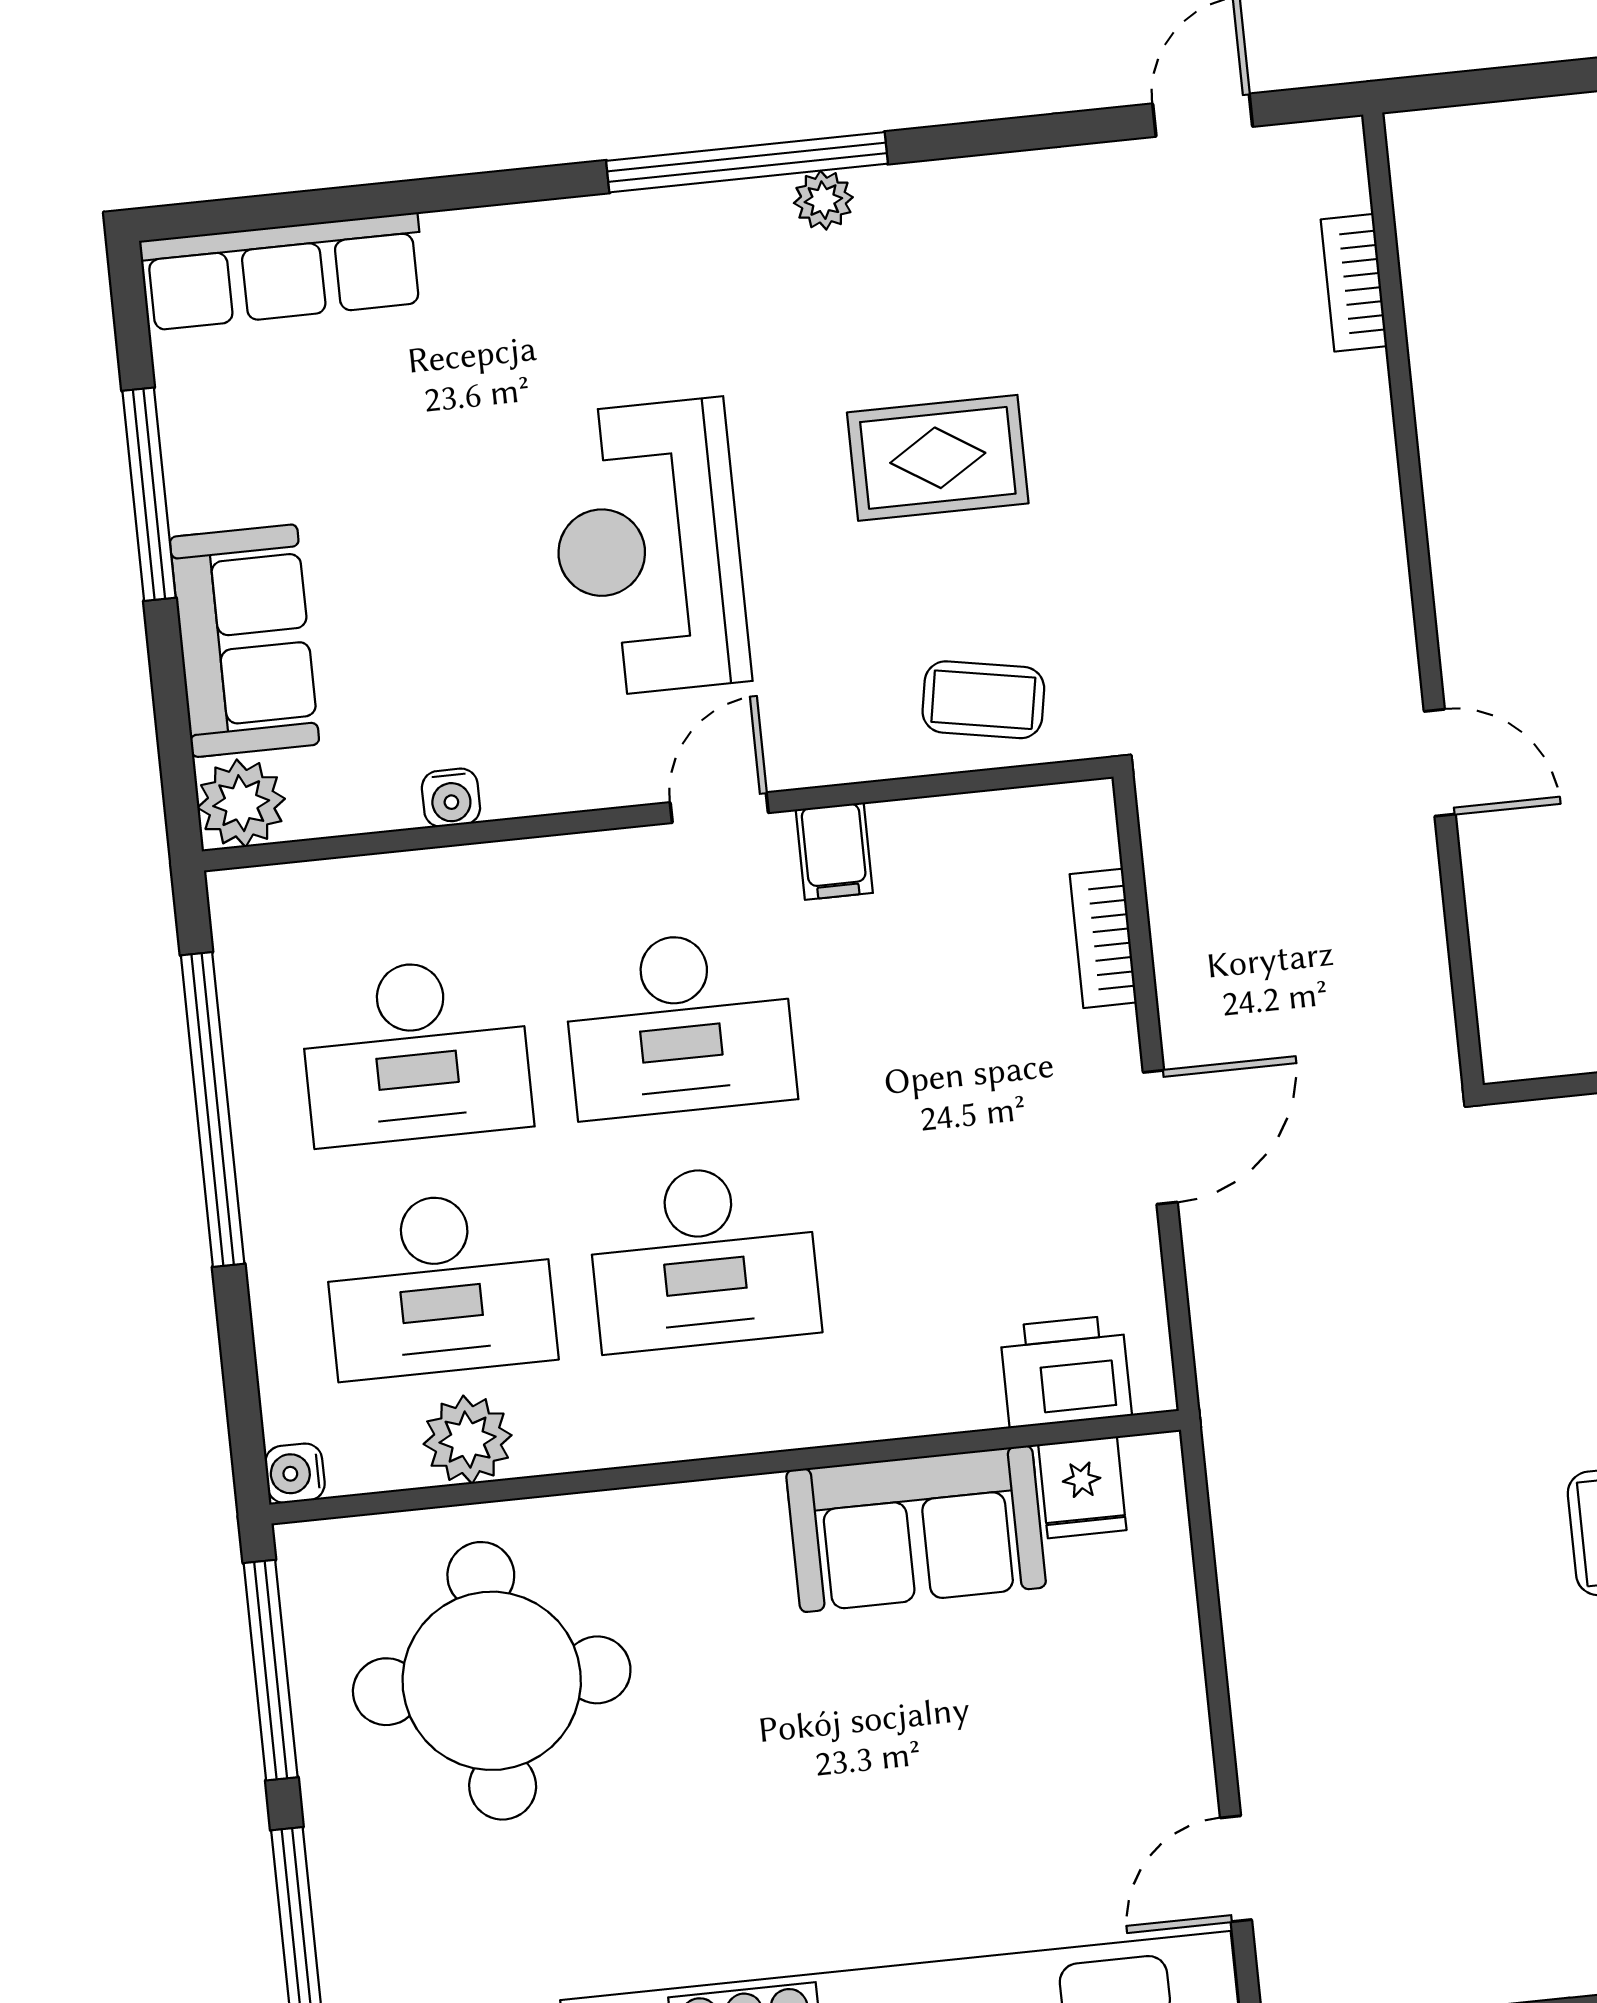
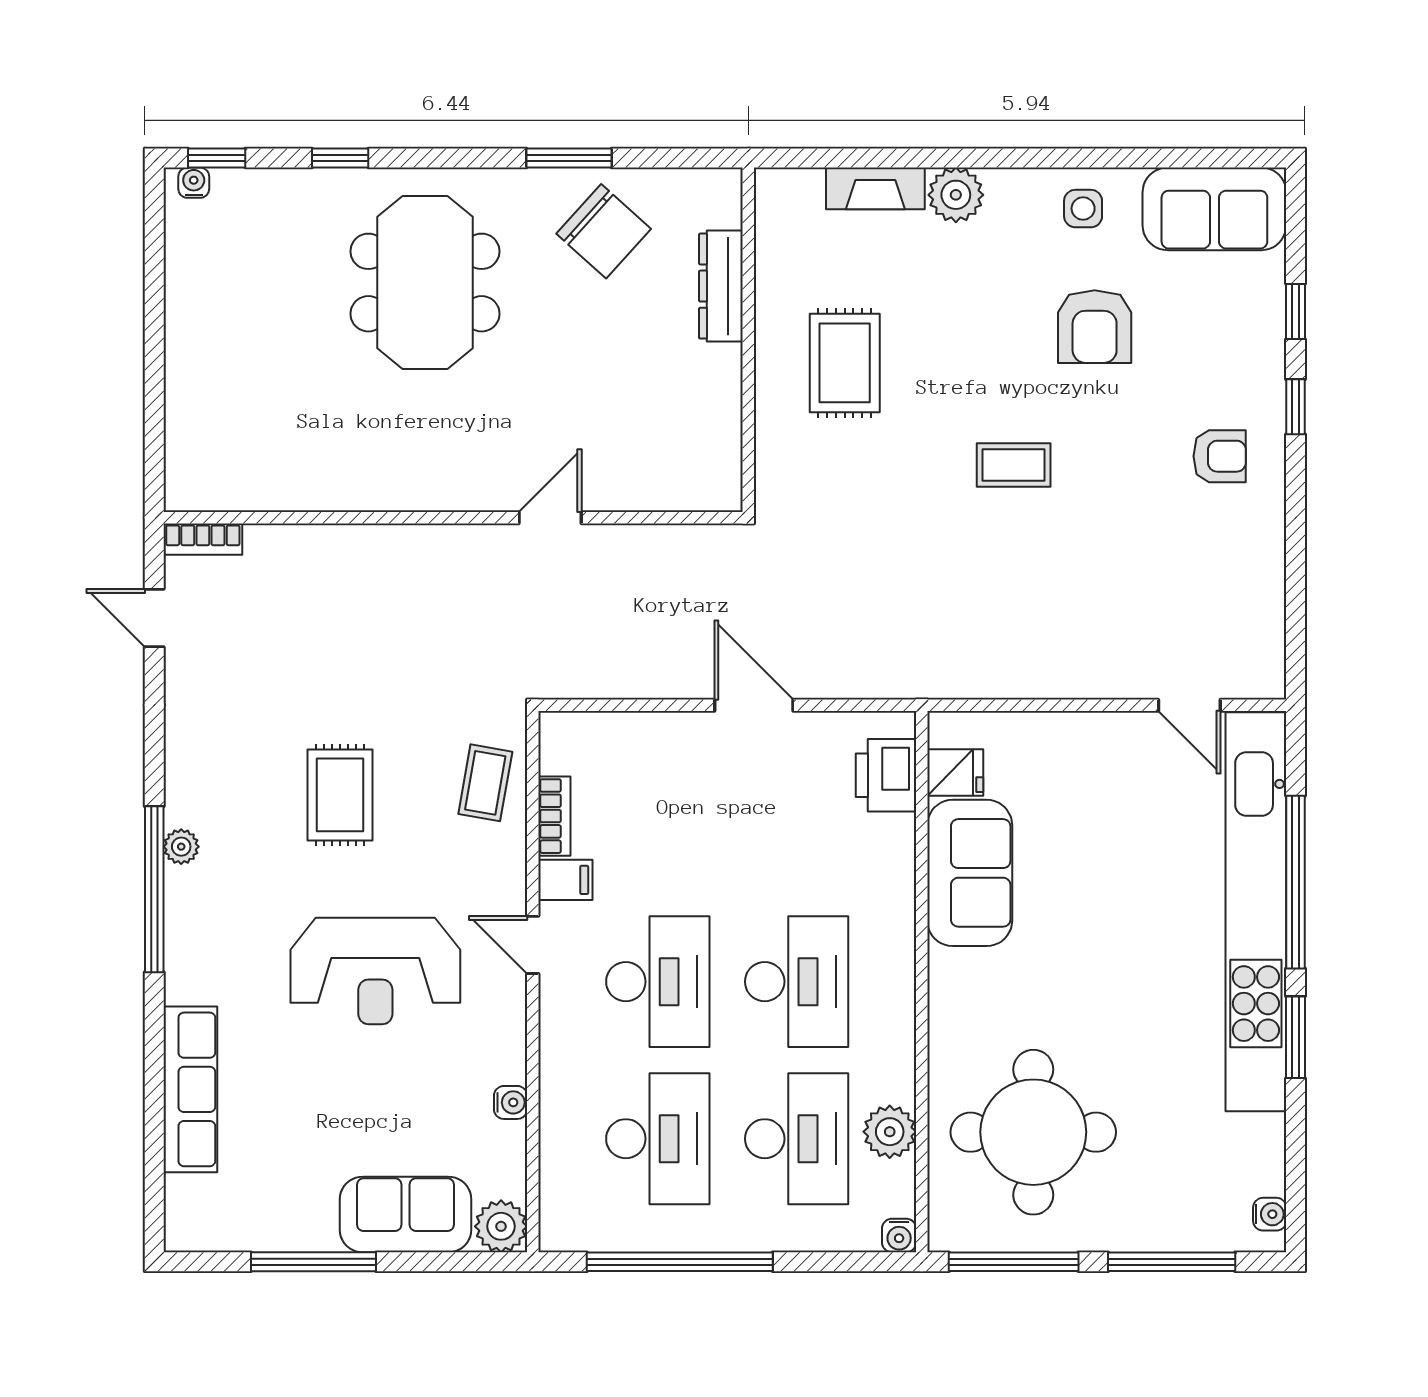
row of seats: (283, 272) -> (190, 1089), moved
bookcase: (1354, 283) -> (203, 539), moved
bookcase: (1103, 938) -> (554, 816), moved, turned -90

